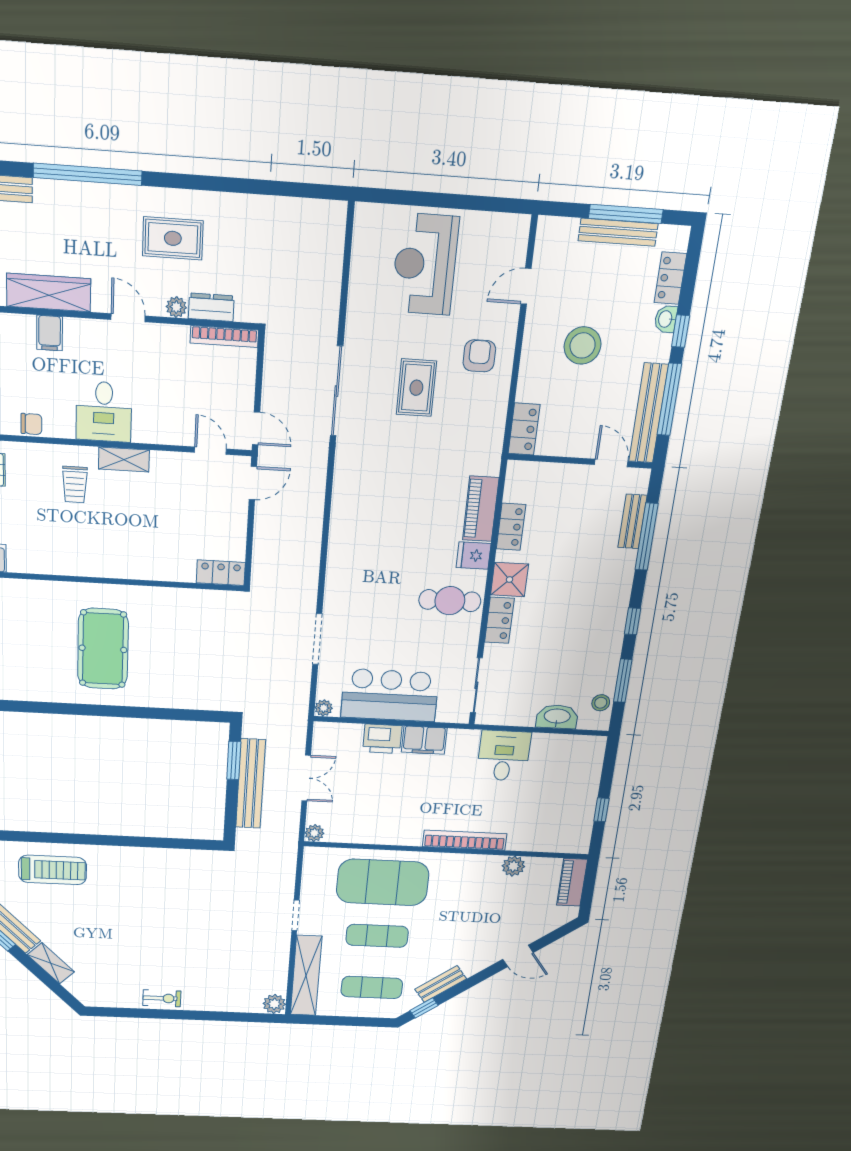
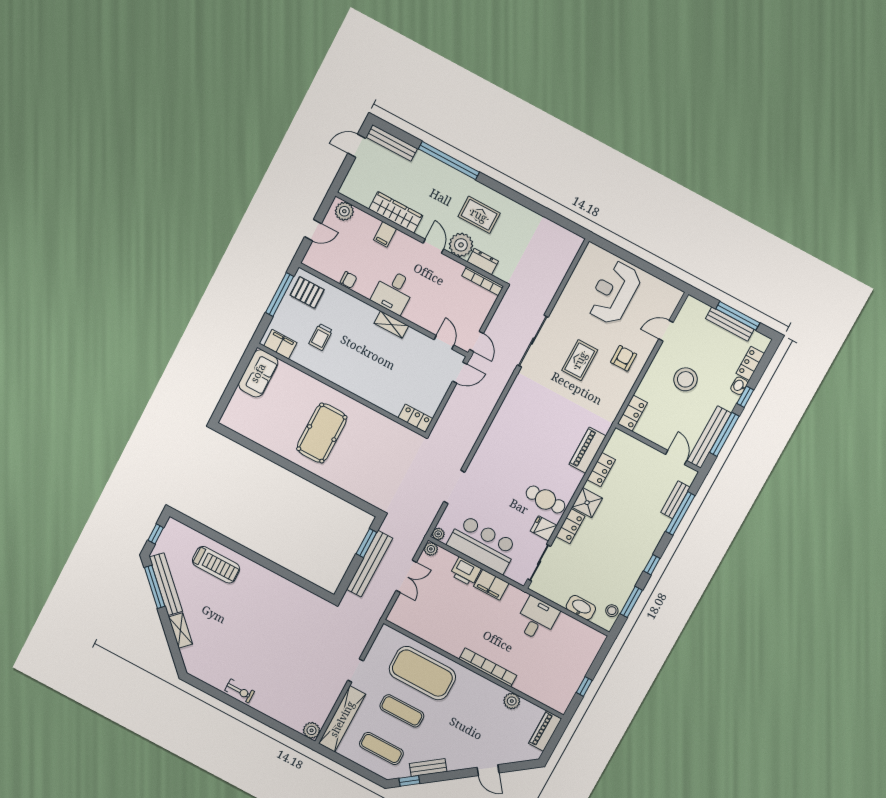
plant: (176, 307) -> (461, 245), width x1.87, depth x1.87
trolley: (75, 484) -> (321, 337), moved
fridge: (474, 556) -> (544, 528), moved
plant: (314, 833) -> (431, 549), moved

